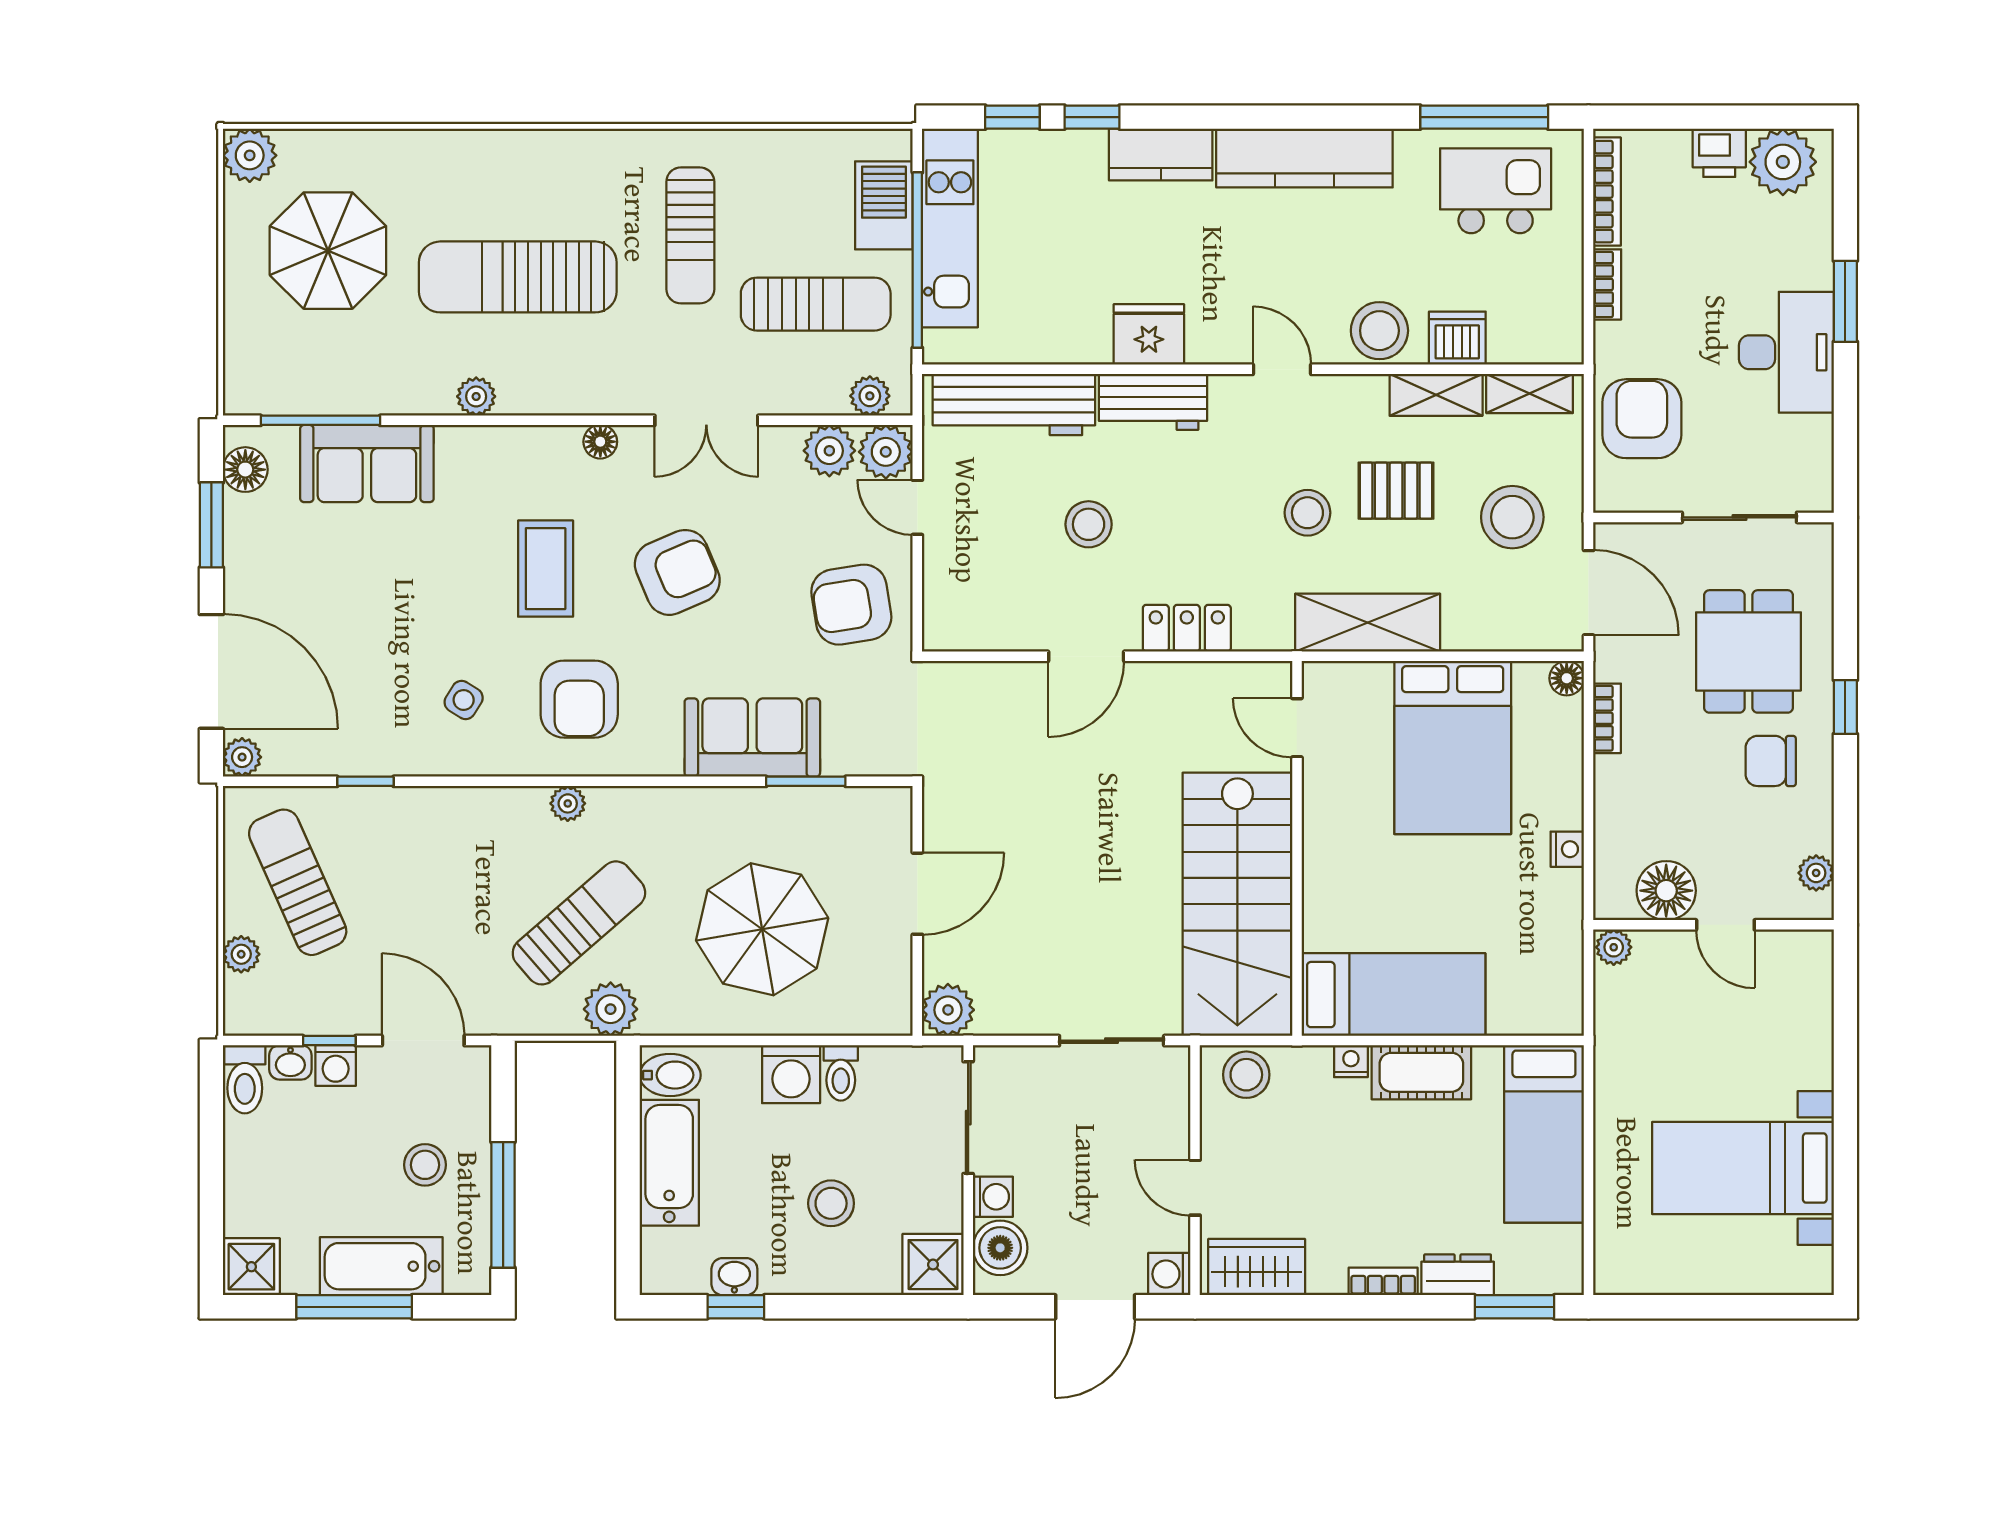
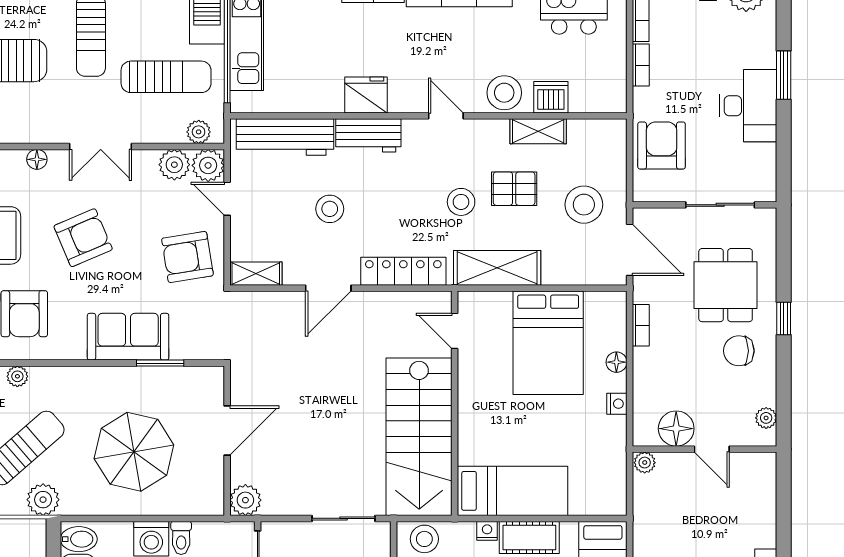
shelving: (1530, 393) -> (256, 274), moved
locker: (1187, 628) -> (403, 271), width x1.53
floor lamp: (1567, 678) -> (616, 362), moved

